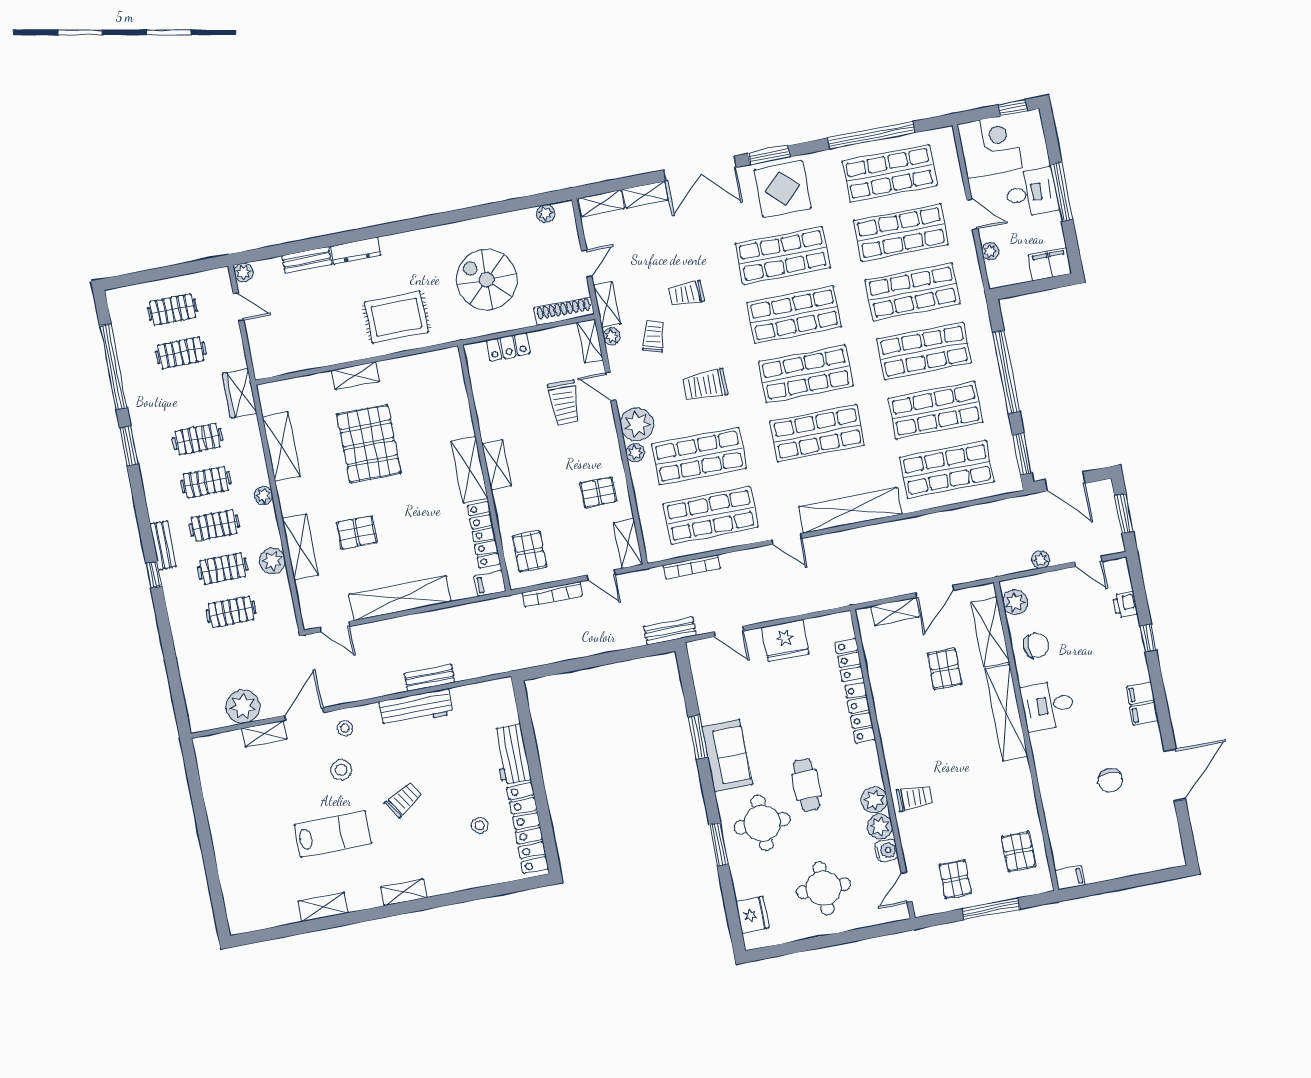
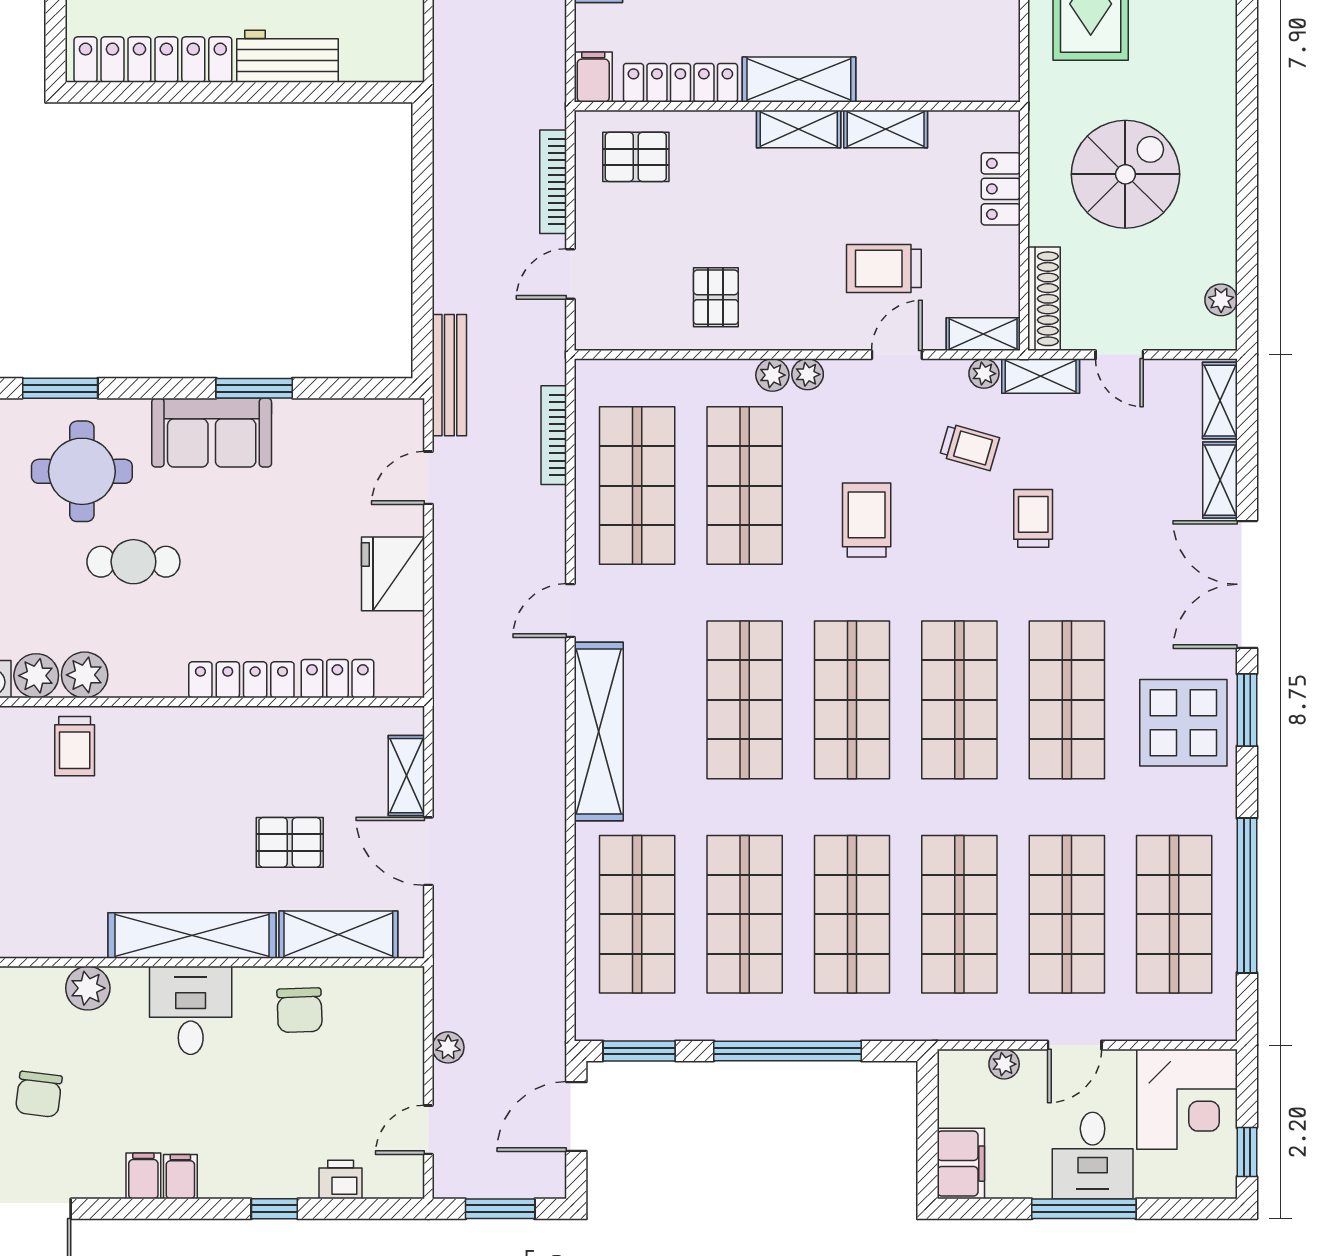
plant: (637, 424) -> (808, 374), width x0.53, depth x0.53
shelving: (628, 543) -> (886, 129), moved
plant: (1015, 602) -> (88, 988), moved
bench: (670, 631) -> (449, 375), width x1.36
chair: (1110, 780) -> (39, 1094), turned -83

